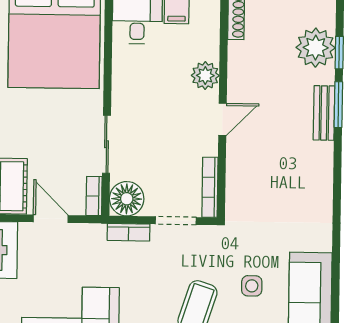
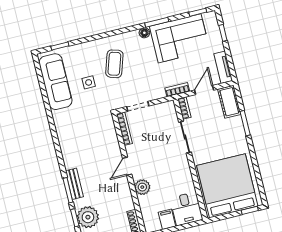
floor lamp: (127, 199) -> (167, 111), removed
door: (51, 219) -> (204, 90), swing flipped
bookcase: (129, 232) -> (177, 90), moved

